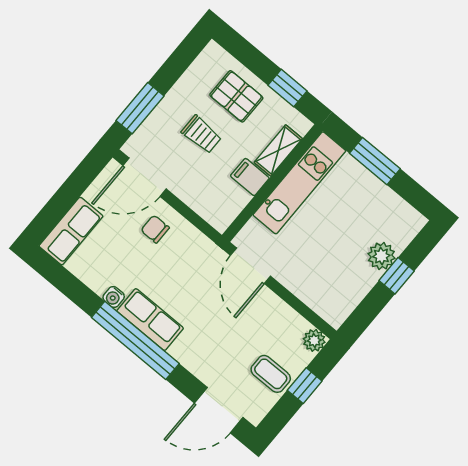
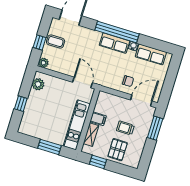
pallet: (236, 96) -> (118, 150), turned 90
row of seats: (71, 231) -> (151, 54), moved, turned -90
plant: (381, 256) -> (38, 84), moved

